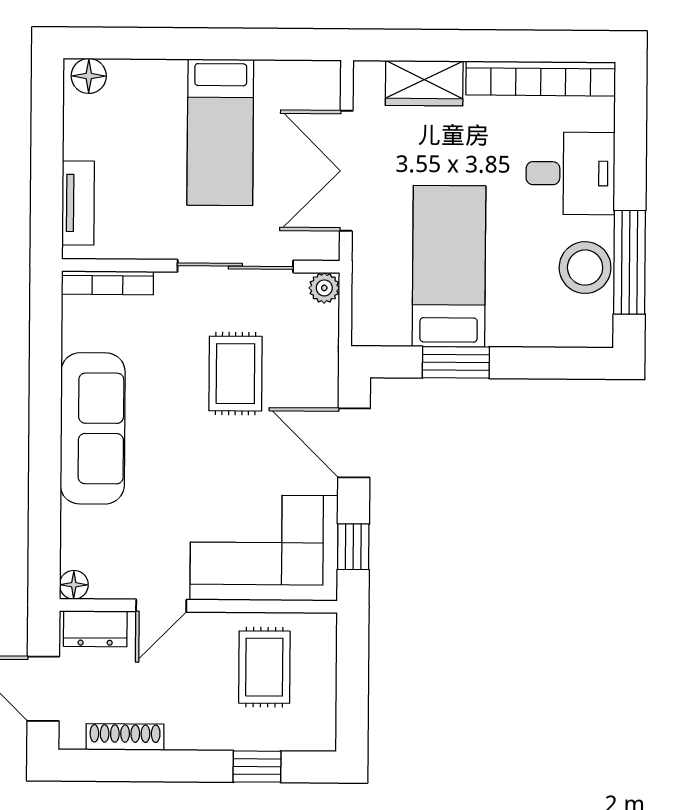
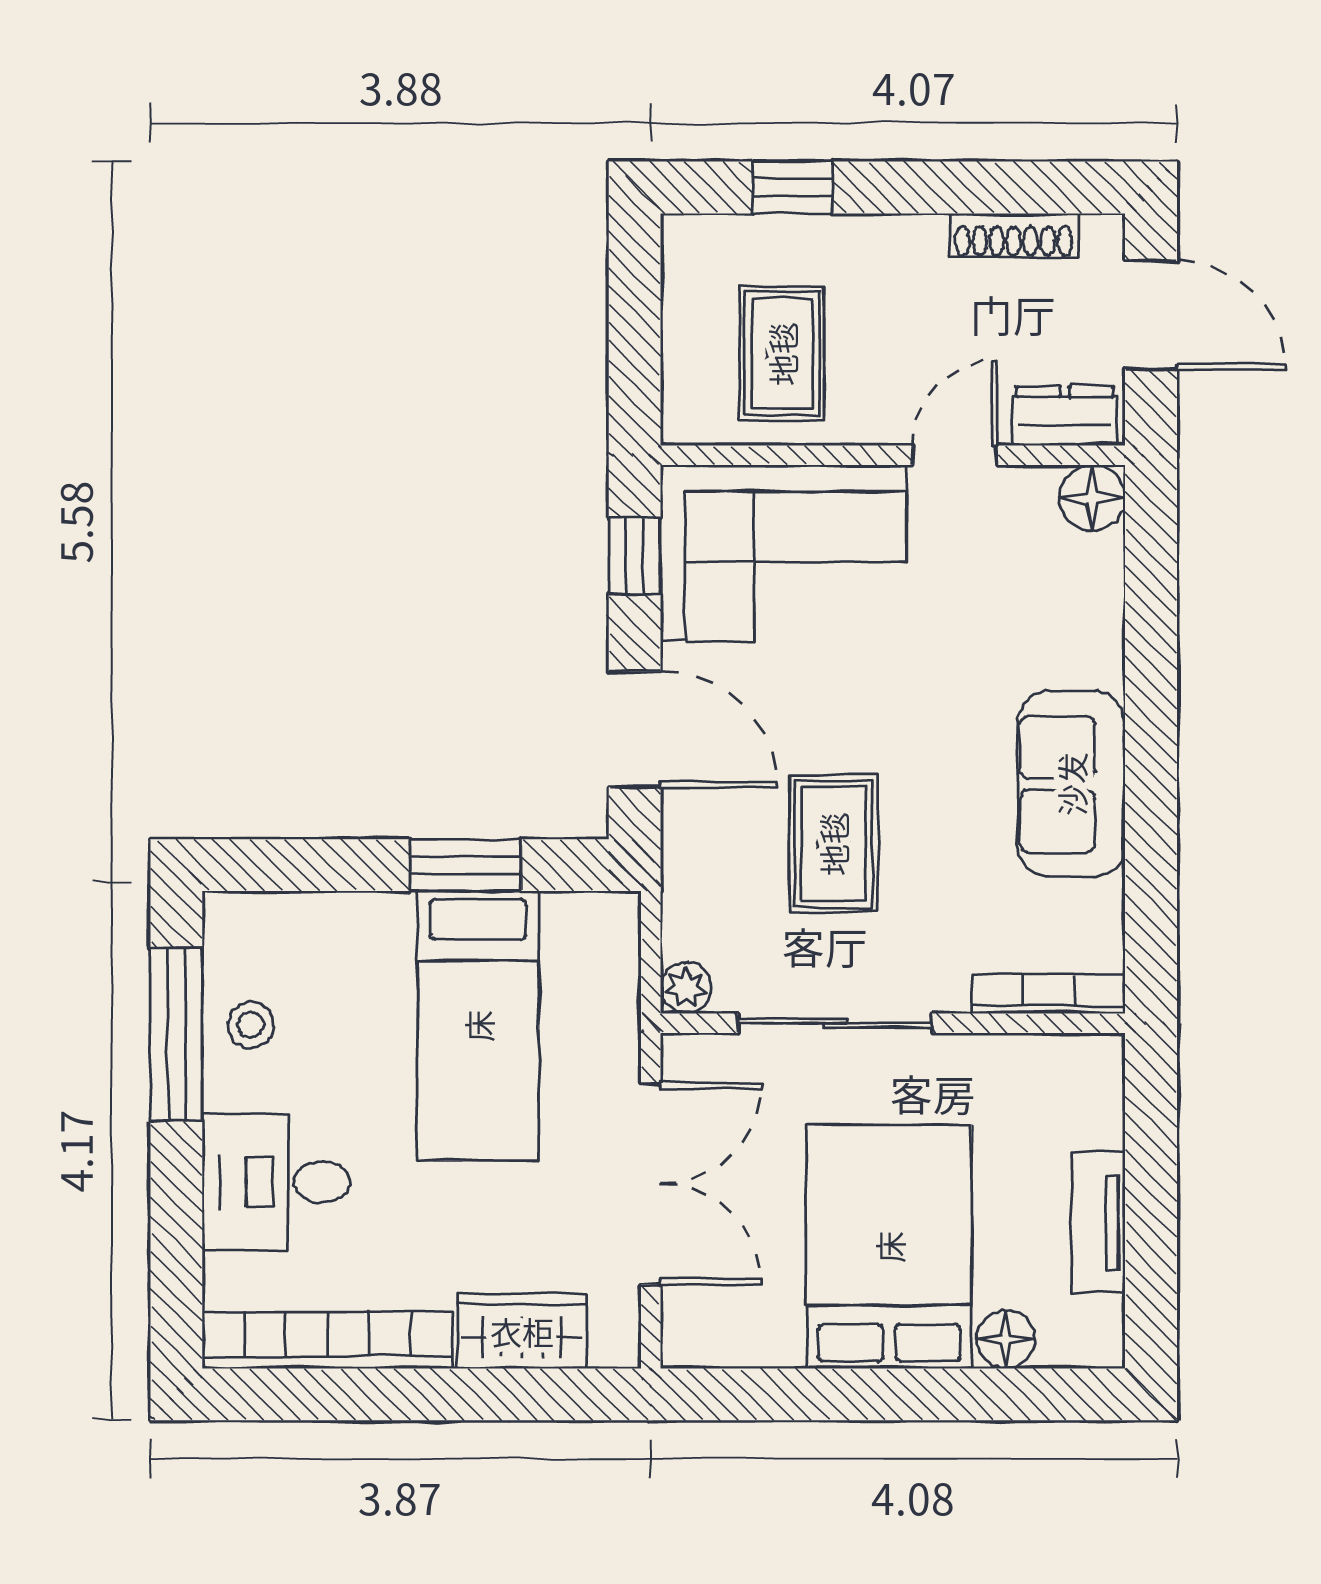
floor lamp: (89, 76) -> (1006, 1339), moved
bed: (220, 132) -> (889, 1247), width x1.50
tv unit: (78, 203) -> (1098, 1222), moved
stool: (585, 268) -> (251, 1025), width x0.53, depth x0.53
sofa: (93, 428) -> (1071, 784), width x0.73
floor lamp: (74, 585) -> (1092, 498), width x1.37, depth x1.37

